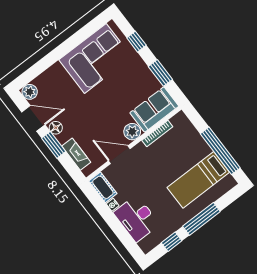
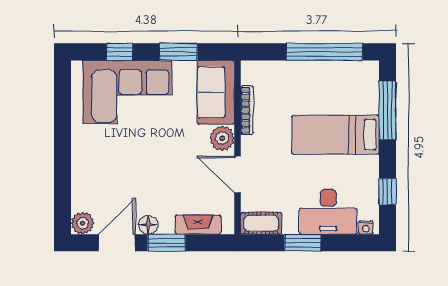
corner sofa: (95, 58) -> (127, 92), moved, turned 90
door: (119, 155) -> (238, 174), hinge flipped
bed: (198, 180) -> (335, 135), moved, turned 90
nightstand: (113, 205) -> (366, 228), moved
window: (109, 218) -> (303, 243), added
window: (201, 219) -> (388, 110), moved

